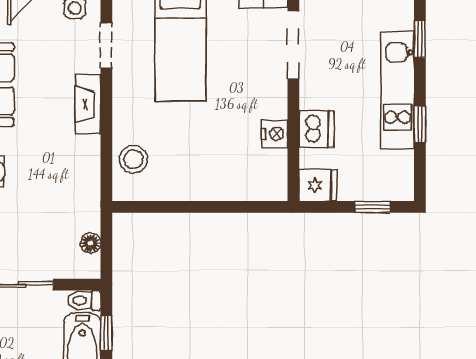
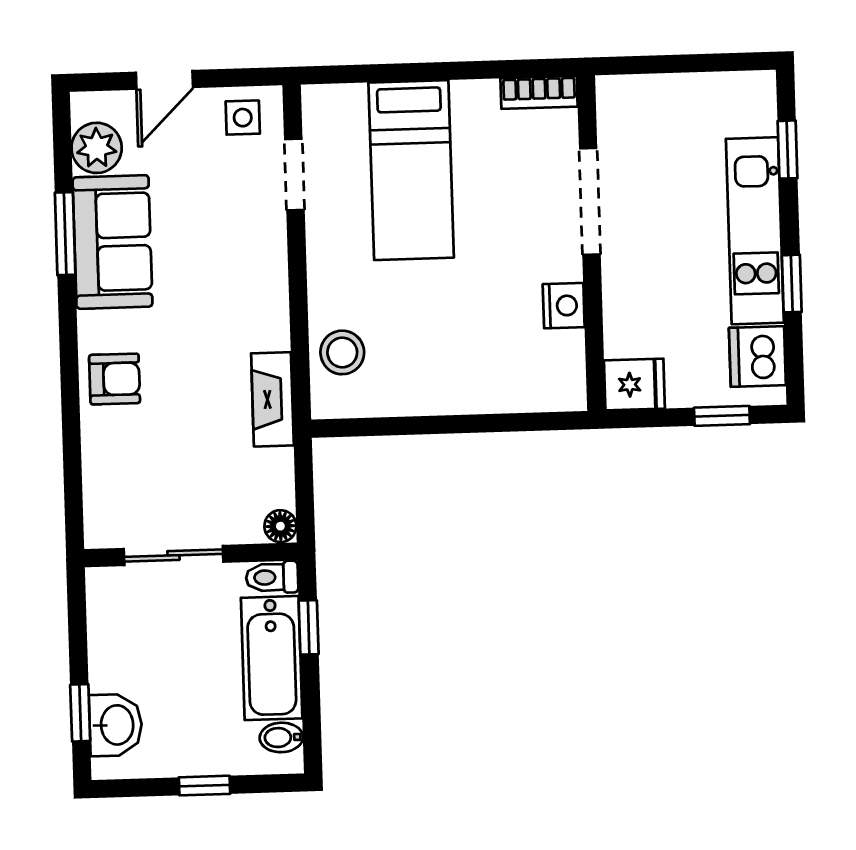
doorway: (293, 45) -> (590, 201), moved
fireplace: (88, 104) -> (272, 399), moved
dishwasher: (317, 129) -> (757, 357), moved, turned 180
floor lamp: (91, 243) -> (280, 526), moved

